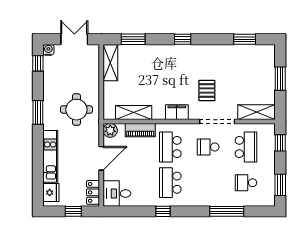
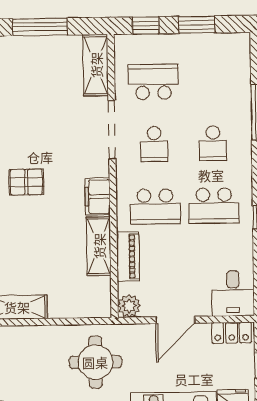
window: (280, 79) -> (40, 27), width x1.44
pallet: (207, 90) -> (26, 182), moved
shelving: (134, 112) -> (99, 246), moved
door: (101, 158) -> (175, 320), swing flipped
school desk: (246, 183) -> (213, 143), moved
window: (280, 185) -> (197, 25), moved

